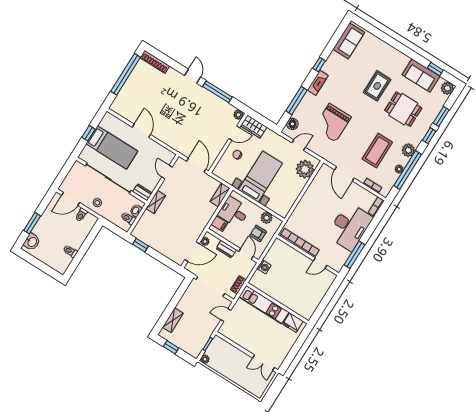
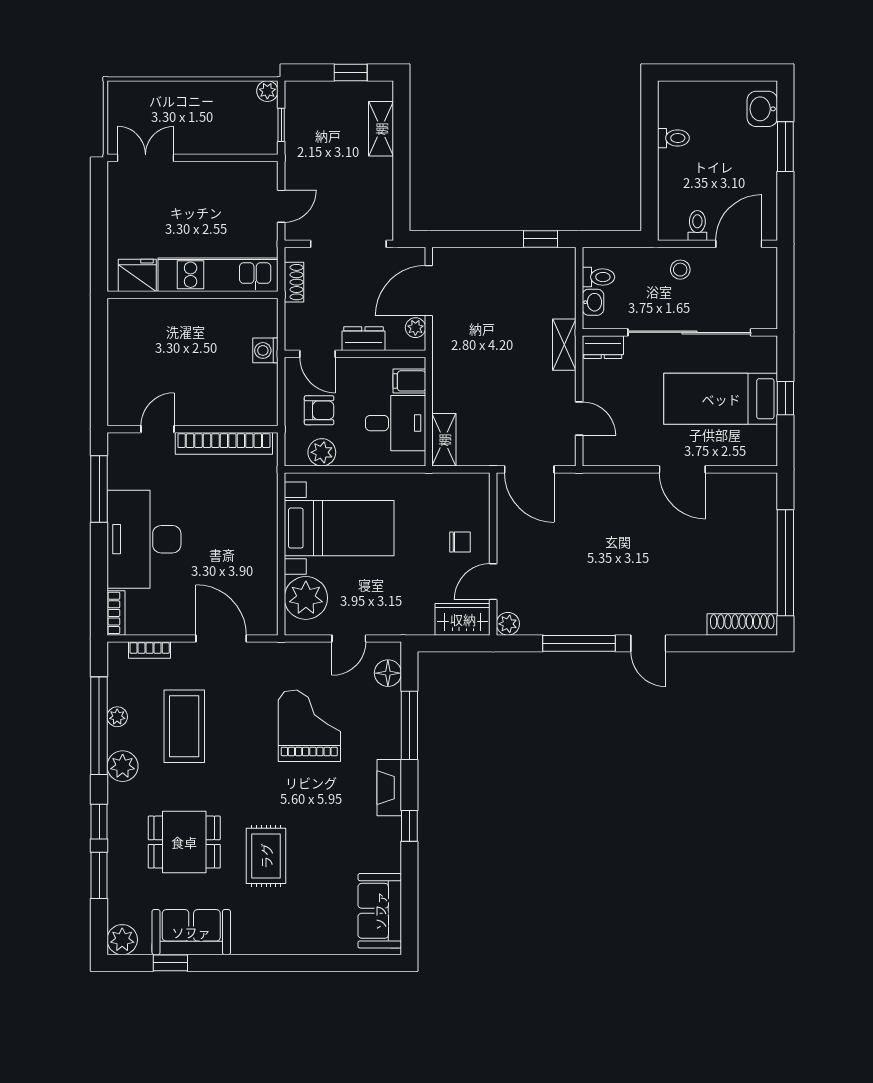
bed with nightstands: (260, 177) -> (339, 528), moved, turned -90

